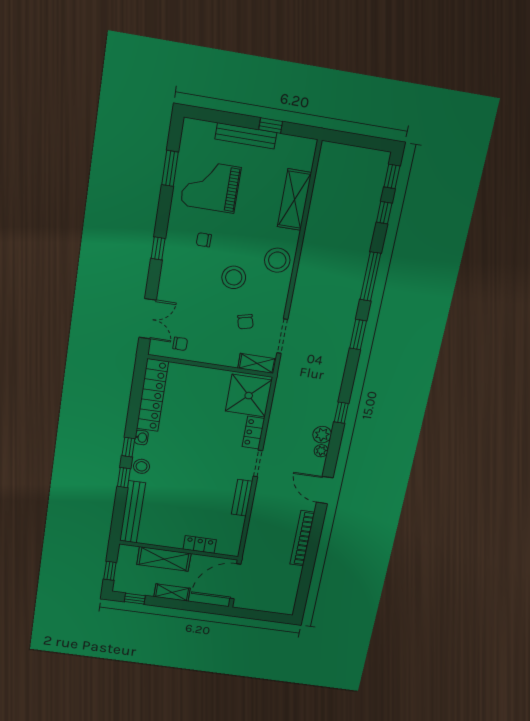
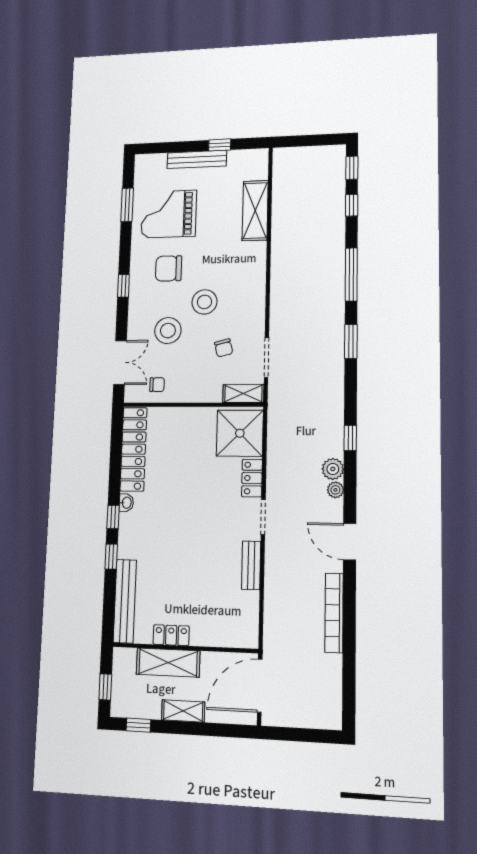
chair: (204, 240) -> (169, 268), width x1.87, depth x1.87
stool: (277, 260) -> (168, 331), moved
stool: (142, 466) -> (130, 539), removed
locker: (200, 544) -> (171, 635), moved

